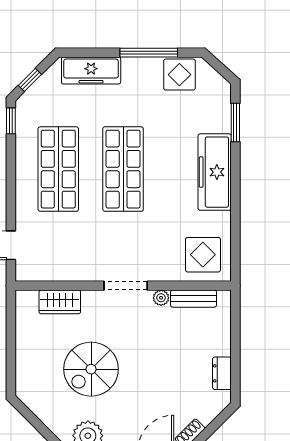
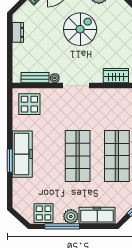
plant: (134, 69) -> (71, 216), added
window: (235, 122) -> (10, 161), moved
spiral stairs: (91, 369) -> (80, 29), moved

